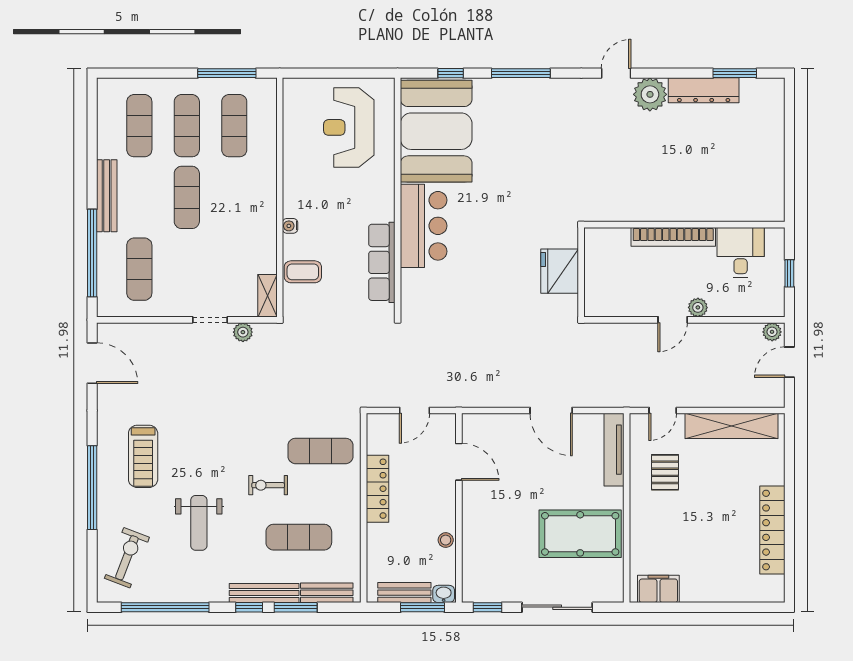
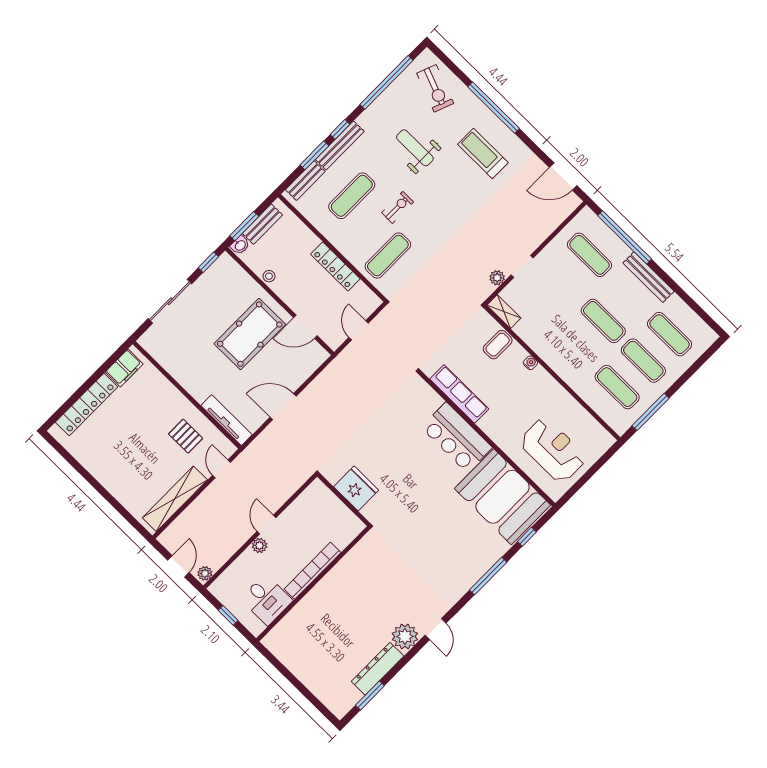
locker: (772, 530) -> (87, 404), moved, turned 90
pool table: (580, 534) -> (250, 334), moved

